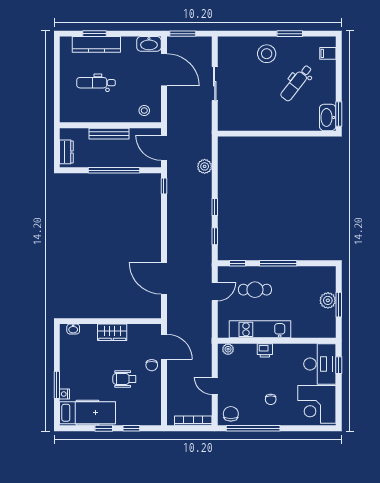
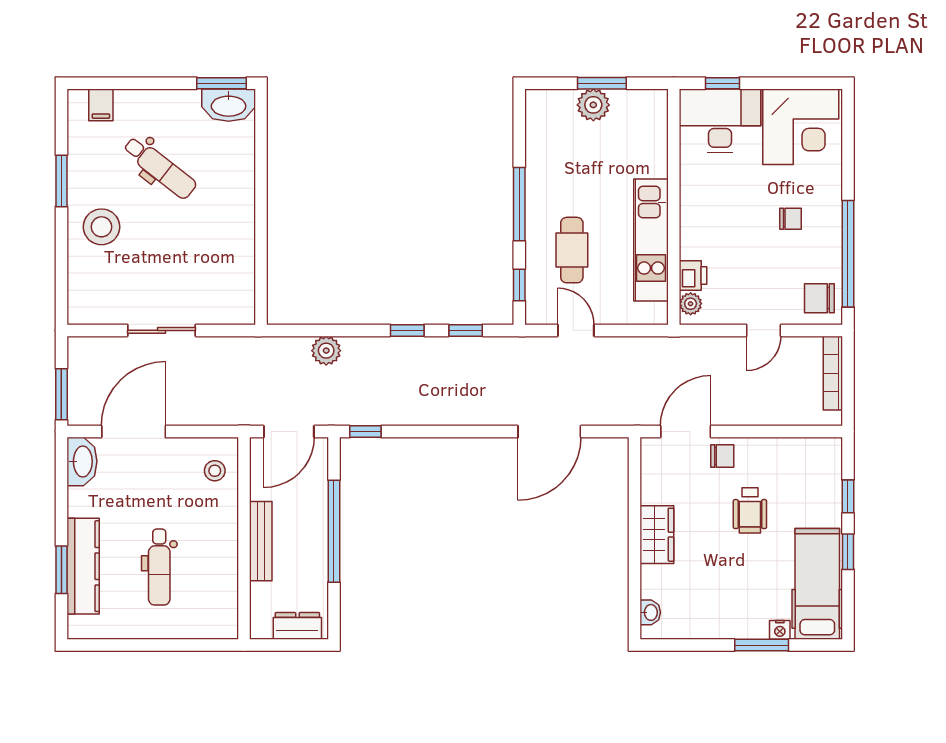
printer: (265, 350) -> (693, 276), moved

